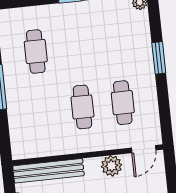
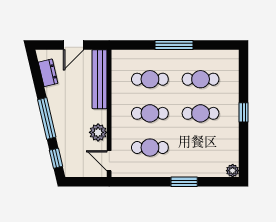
cafe table: (76, 47) -> (201, 113), added
cafe table: (42, 111) -> (150, 79), added

